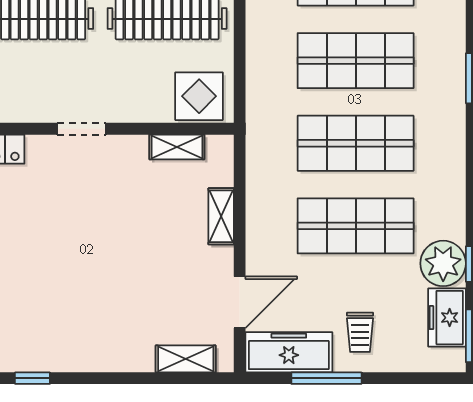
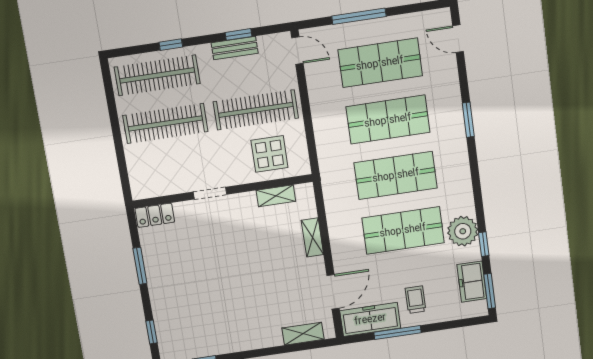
display table: (199, 96) -> (269, 154), moved
plant: (443, 263) -> (463, 231), moved
trolley: (360, 332) -> (415, 300), turned 180

